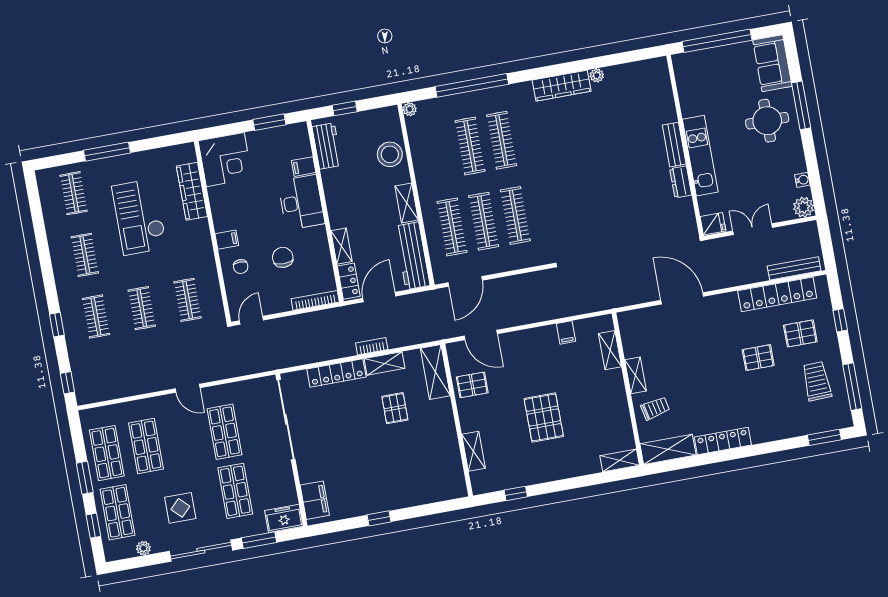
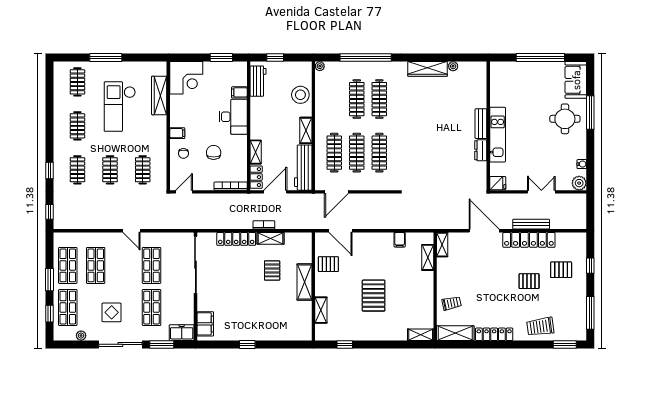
bench: (674, 145) -> (481, 124), moved
wall: (685, 146) -> (488, 126), moved
kitchen unit: (700, 156) -> (498, 135), moved
dresser: (681, 182) -> (481, 150), moved
fridge: (713, 224) -> (498, 183), moved
bench: (794, 268) -> (531, 224), moved
locker: (777, 294) -> (529, 240), moved
shelving: (435, 372) -> (304, 282), moved
shelving: (636, 375) -> (442, 245), moved
trolley: (817, 381) -> (540, 327), moved, turned -96

